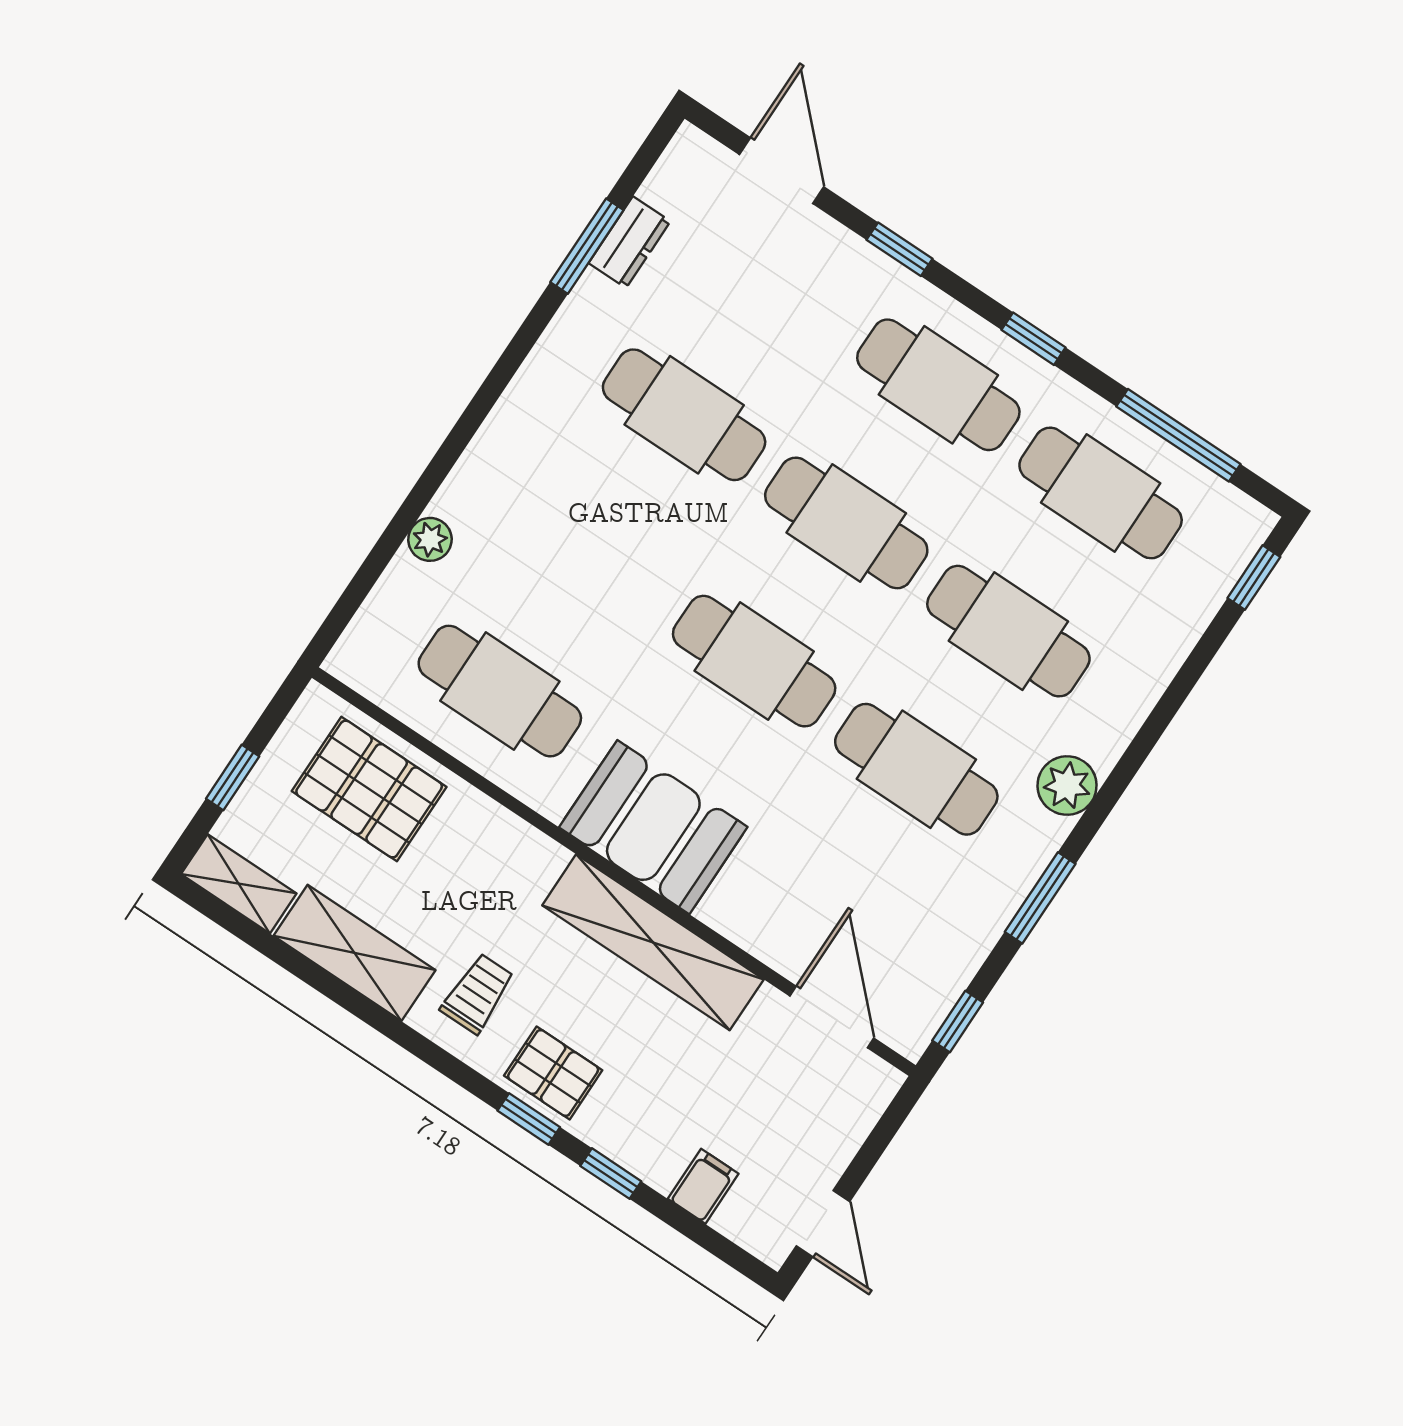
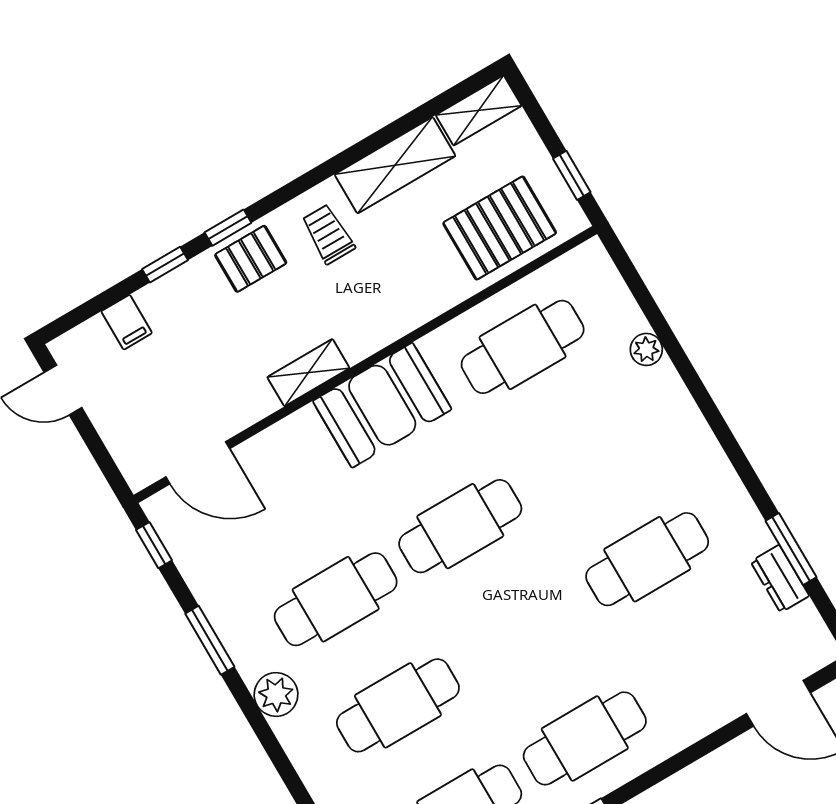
window: (900, 249) -> (688, 756), removed
cafe table: (846, 523) -> (523, 632), removed
window: (233, 778) -> (572, 175), moved
shelving: (653, 942) -> (308, 373), width x0.45, depth x0.75
trolley: (478, 994) -> (328, 234), turned 180

